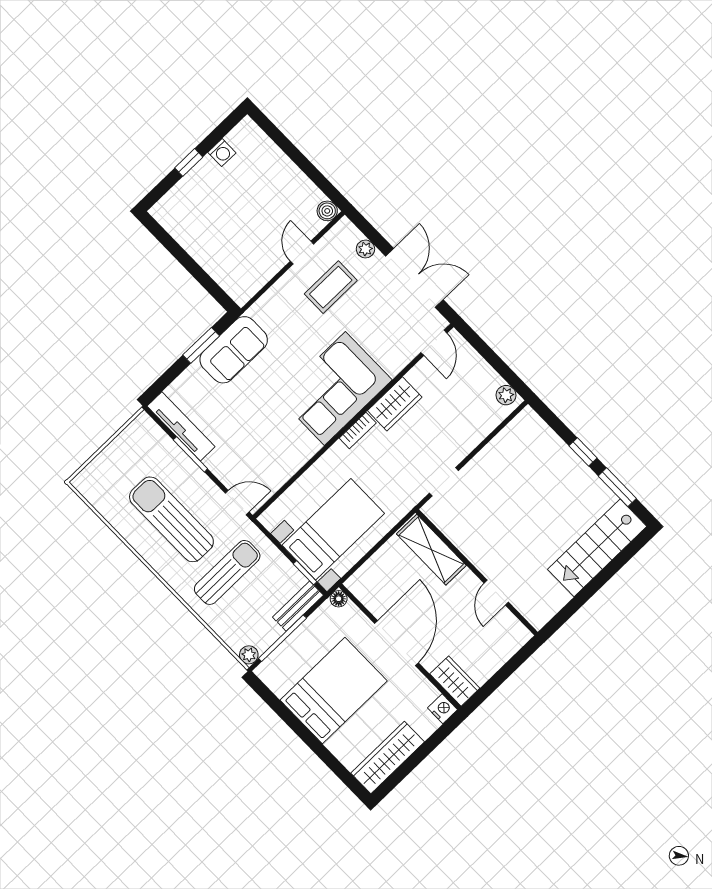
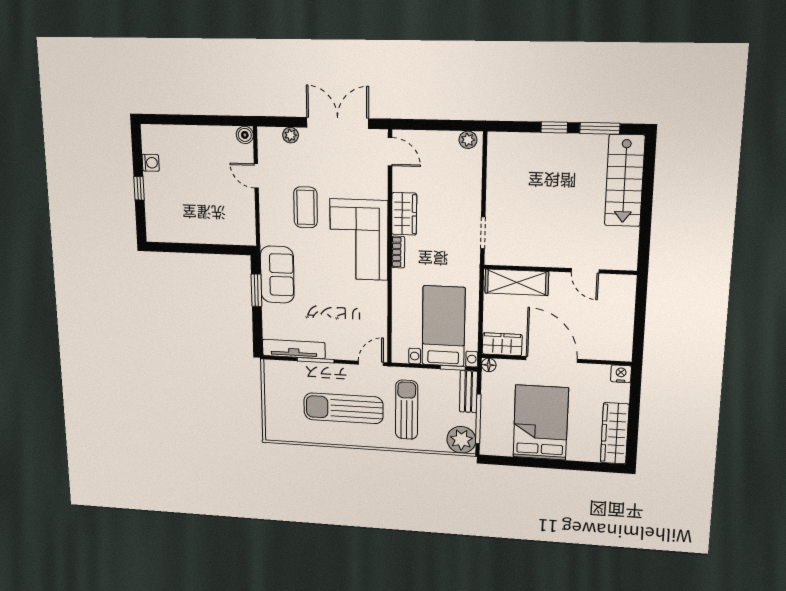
coffee table: (331, 287) -> (306, 207), moved
plant: (249, 655) -> (461, 440), width x1.88, depth x1.88
wardrobe: (455, 681) -> (502, 344), moved

